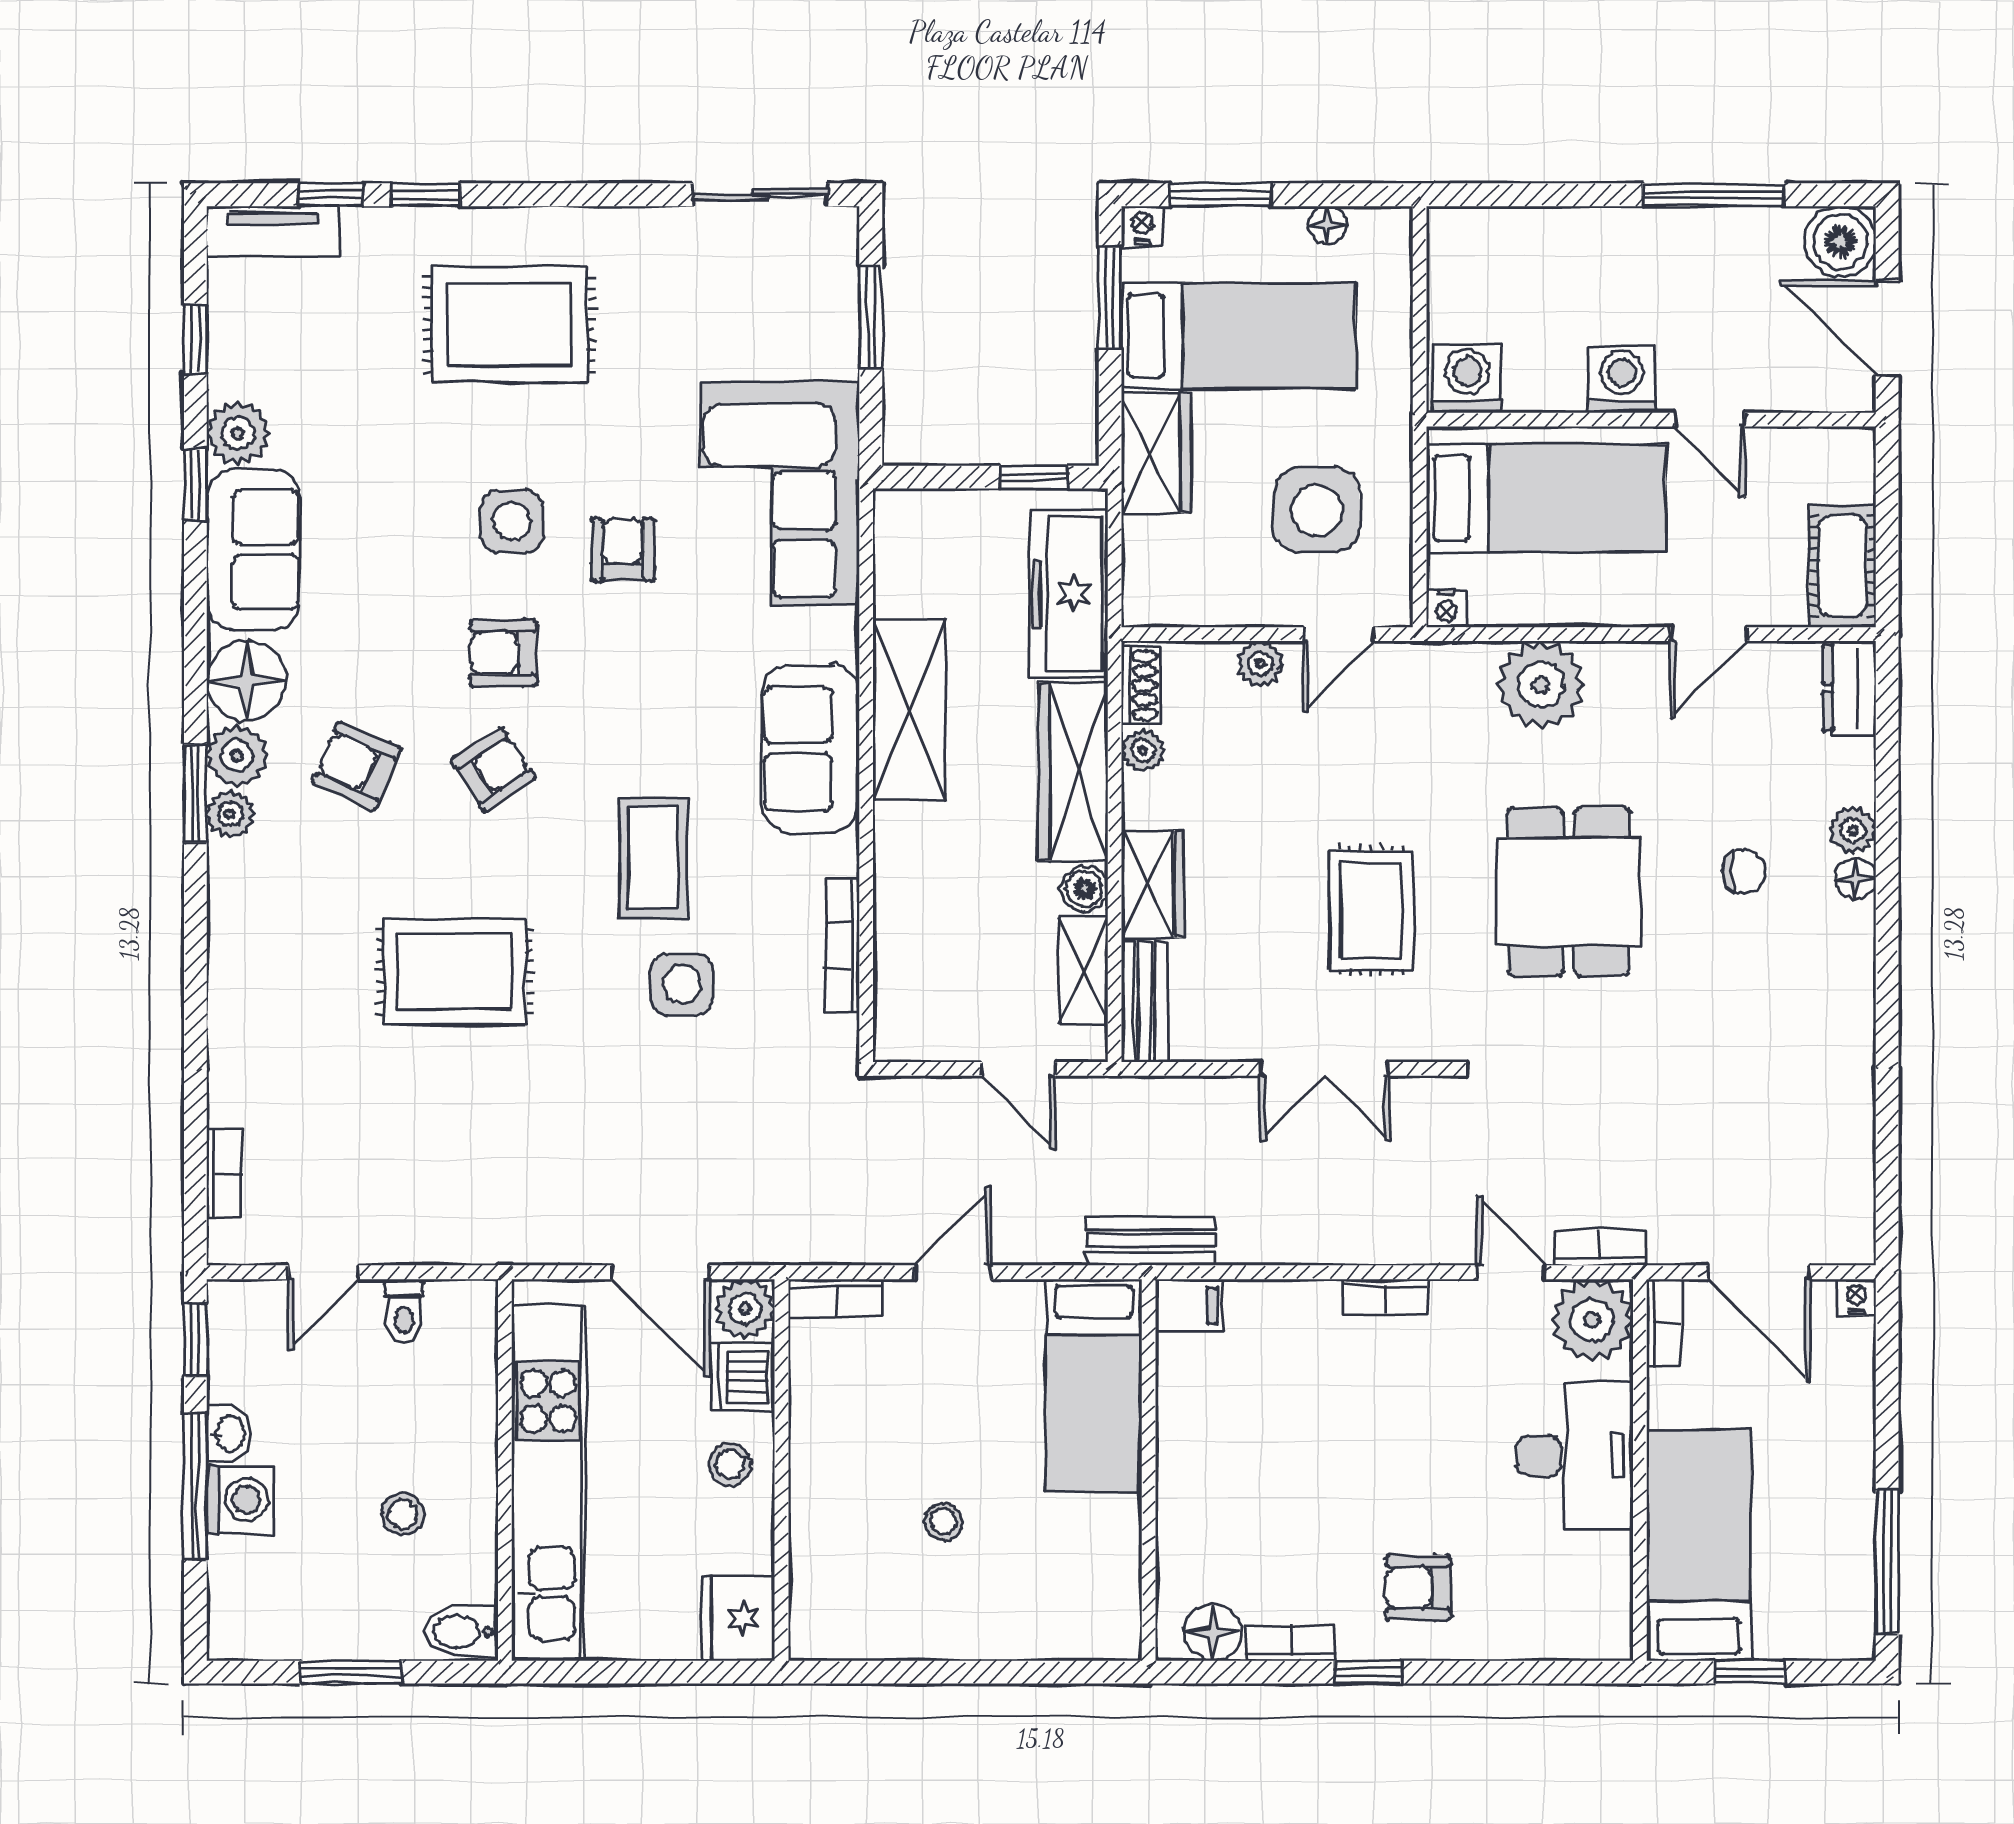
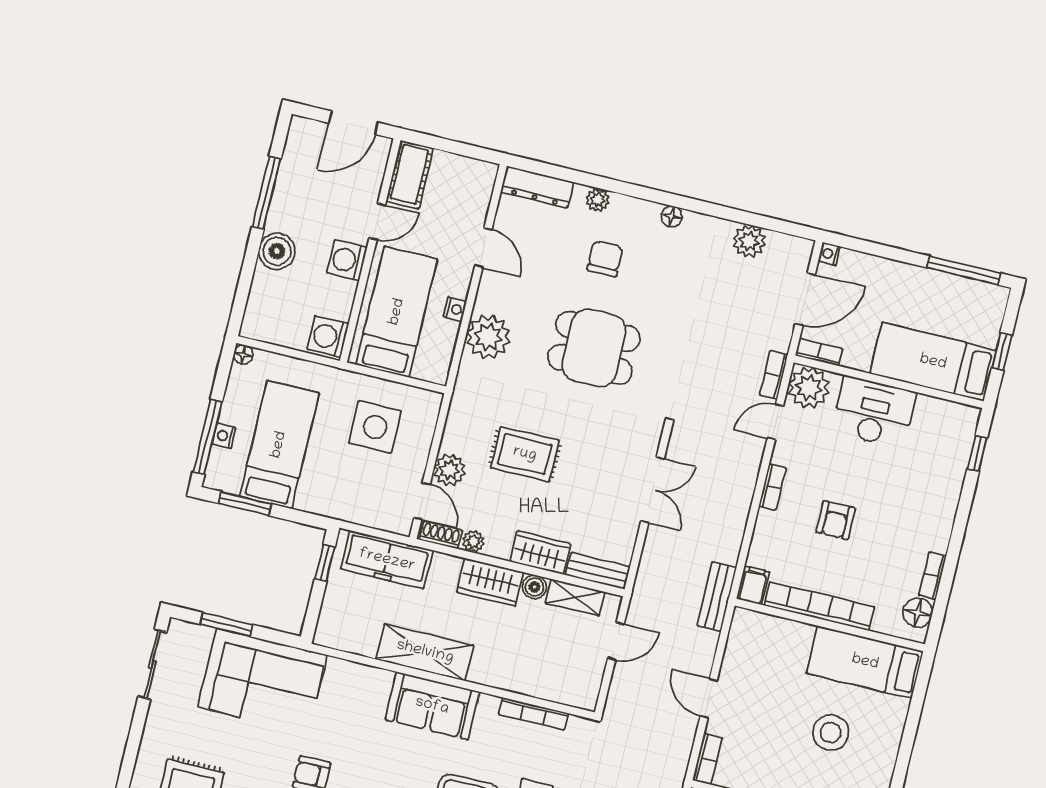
window: (1220, 195) -> (207, 437), width x1.44
floor lamp: (1327, 225) -> (243, 355), moved
nightstand: (1142, 226) -> (224, 436), moved
boiler: (1840, 242) -> (277, 251), moved
wardrobe: (1156, 453) -> (327, 499), removed
corner sofa: (780, 493) -> (262, 681), moved
cot: (1843, 566) -> (410, 174), moved, turned 90
nightstand: (1447, 608) -> (455, 309), moved
door: (1339, 634) -> (422, 501), moved
plant: (1260, 664) -> (450, 470), width x1.38, depth x1.38
dresser: (1849, 688) -> (537, 187), width x1.44
wardrobe: (1073, 772) -> (490, 582), width x0.67
chair: (1744, 871) -> (605, 259), width x1.37, depth x1.37
floor lamp: (1855, 879) -> (672, 216), moved
rug: (1371, 910) -> (525, 454), moved
plant: (1844, 1139) -> (749, 241), added
bed: (1094, 1386) -> (865, 662), moved, turned 180
bookcase: (1179, 1441) -> (819, 606), added
stool: (943, 1521) -> (831, 733), width x1.89, depth x1.89
armchair: (1418, 1588) -> (836, 520), moved
window: (1368, 1672) -> (977, 453), moved

